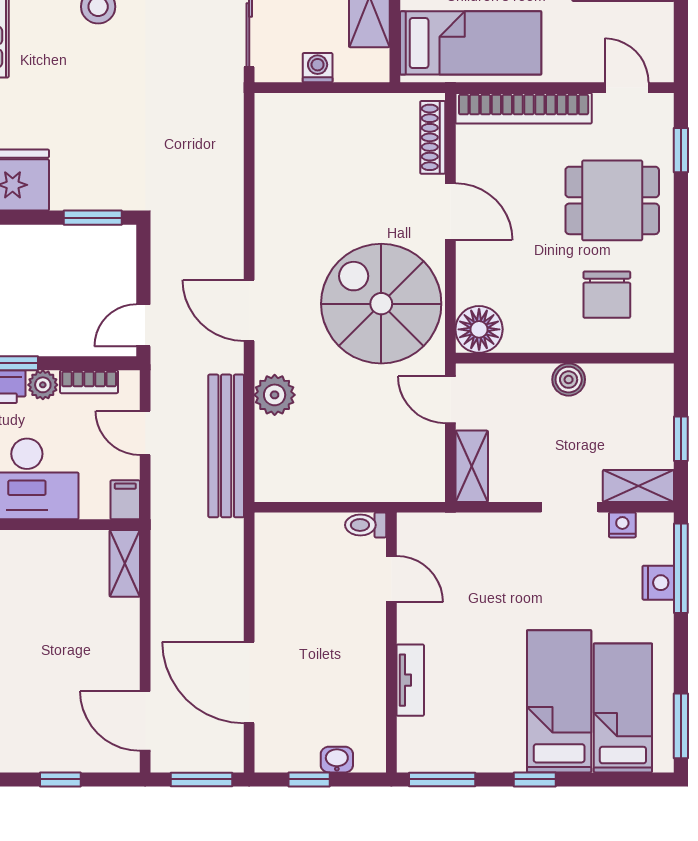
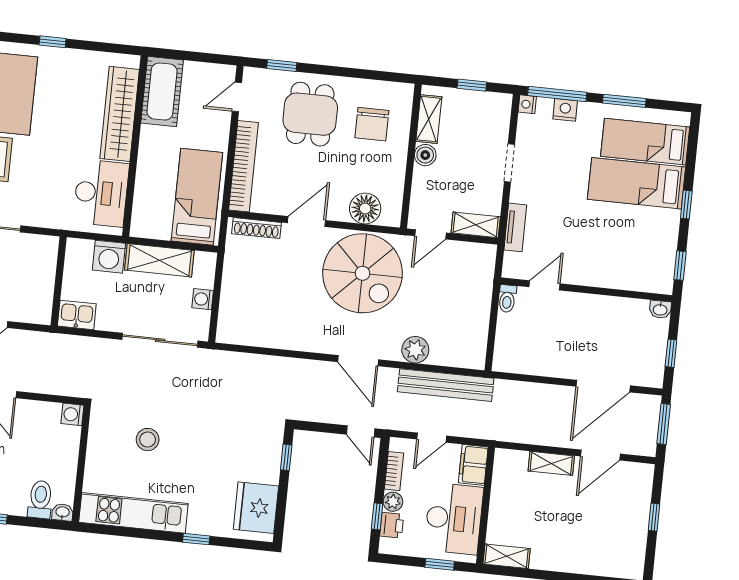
window: (93, 218) -> (286, 457), width x0.67
chair: (607, 295) -> (372, 124), turned 90
spiral stairs: (381, 304) -> (362, 273), turned -90
door: (249, 311) -> (358, 361), hinge flipped
floor lamp: (479, 329) -> (365, 208), moved
shelving: (638, 486) -> (429, 119), moved
filing cabinet: (125, 500) -> (473, 465), width x2.00
nightstand: (622, 525) -> (527, 104), moved
shelving: (125, 563) -> (551, 463), moved
tv unit: (410, 680) -> (515, 227), moved, turned 90
door: (145, 721) -> (600, 455), moved
window: (681, 726) -> (624, 101), moved
washbasin: (337, 760) -> (660, 309), moved, turned -90
window: (442, 779) -> (680, 266), width x0.67

